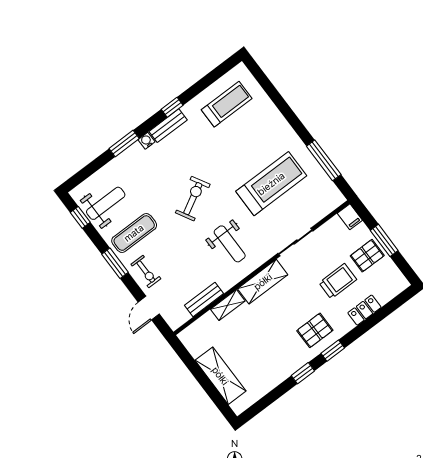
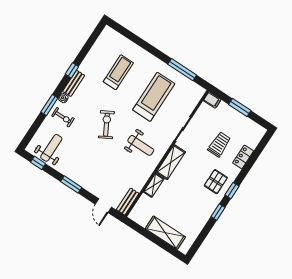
treadmill: (227, 104) -> (118, 72), moved
exercise mat: (134, 233) -> (77, 160), removed
pallet: (367, 256) -> (232, 121), removed
exercise bike: (146, 272) -> (63, 117), moved
bench: (204, 299) -> (128, 202), moved

